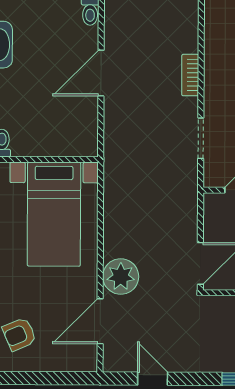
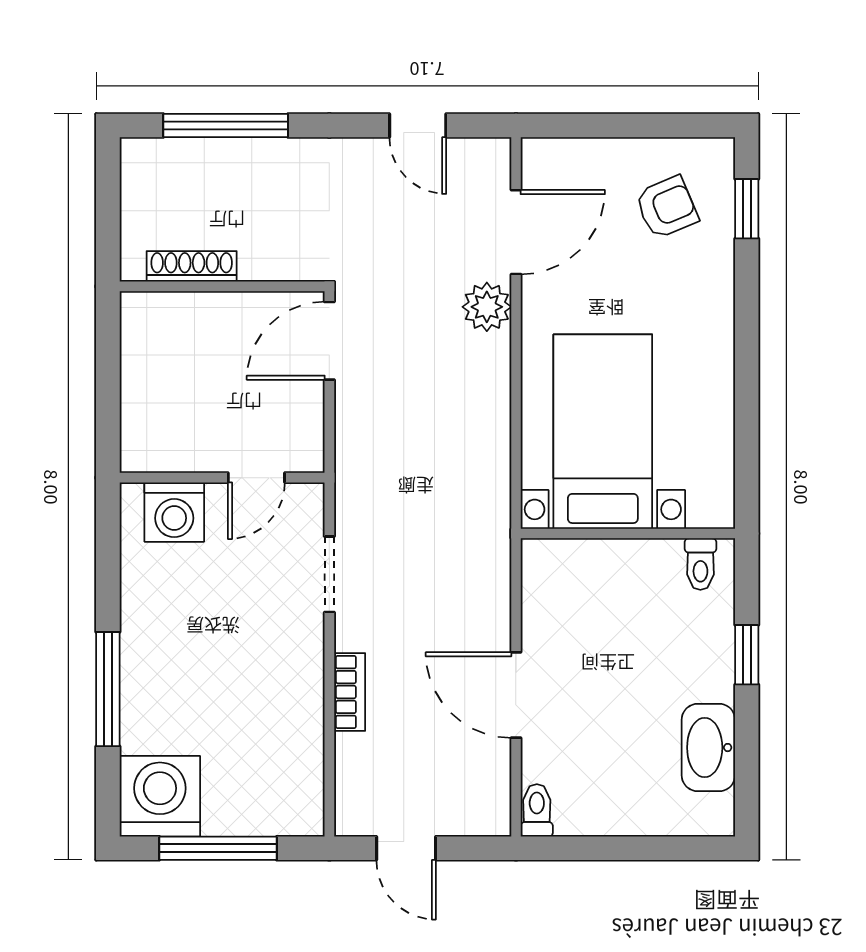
door: (101, 73) -> (516, 695), swing flipped
plant: (121, 277) -> (487, 307), width x0.73, depth x0.73

